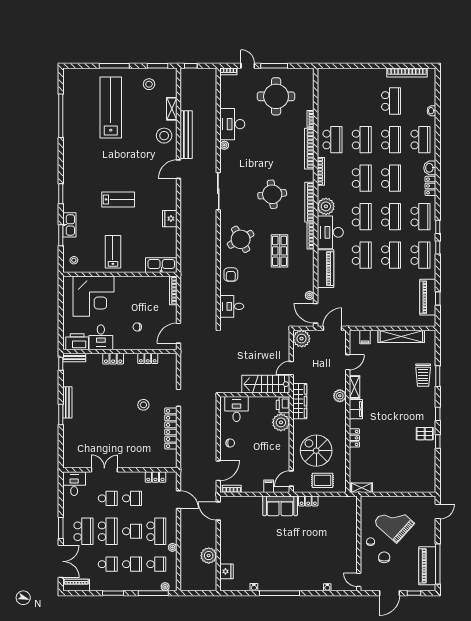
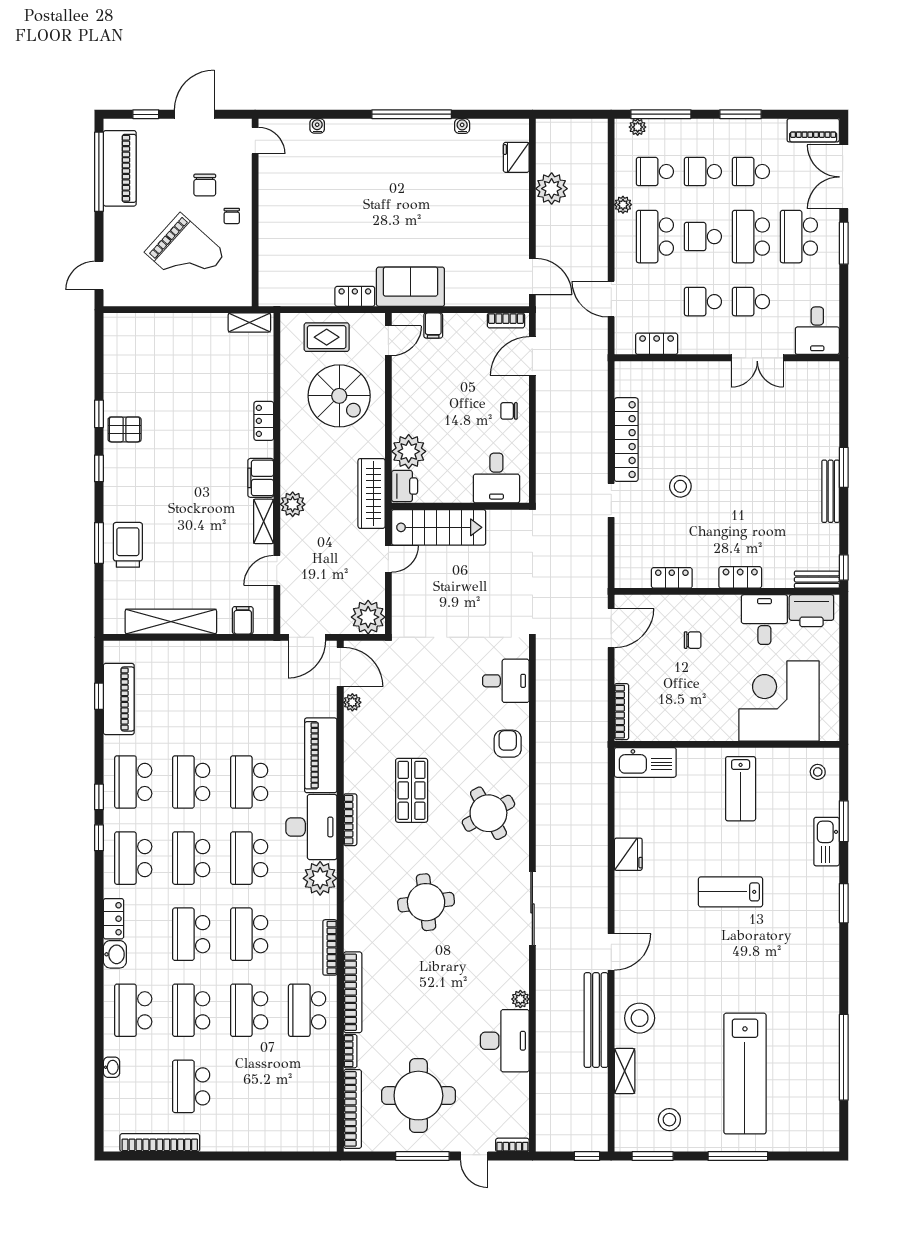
bookcase: (309, 202) -> (352, 1109), moved

